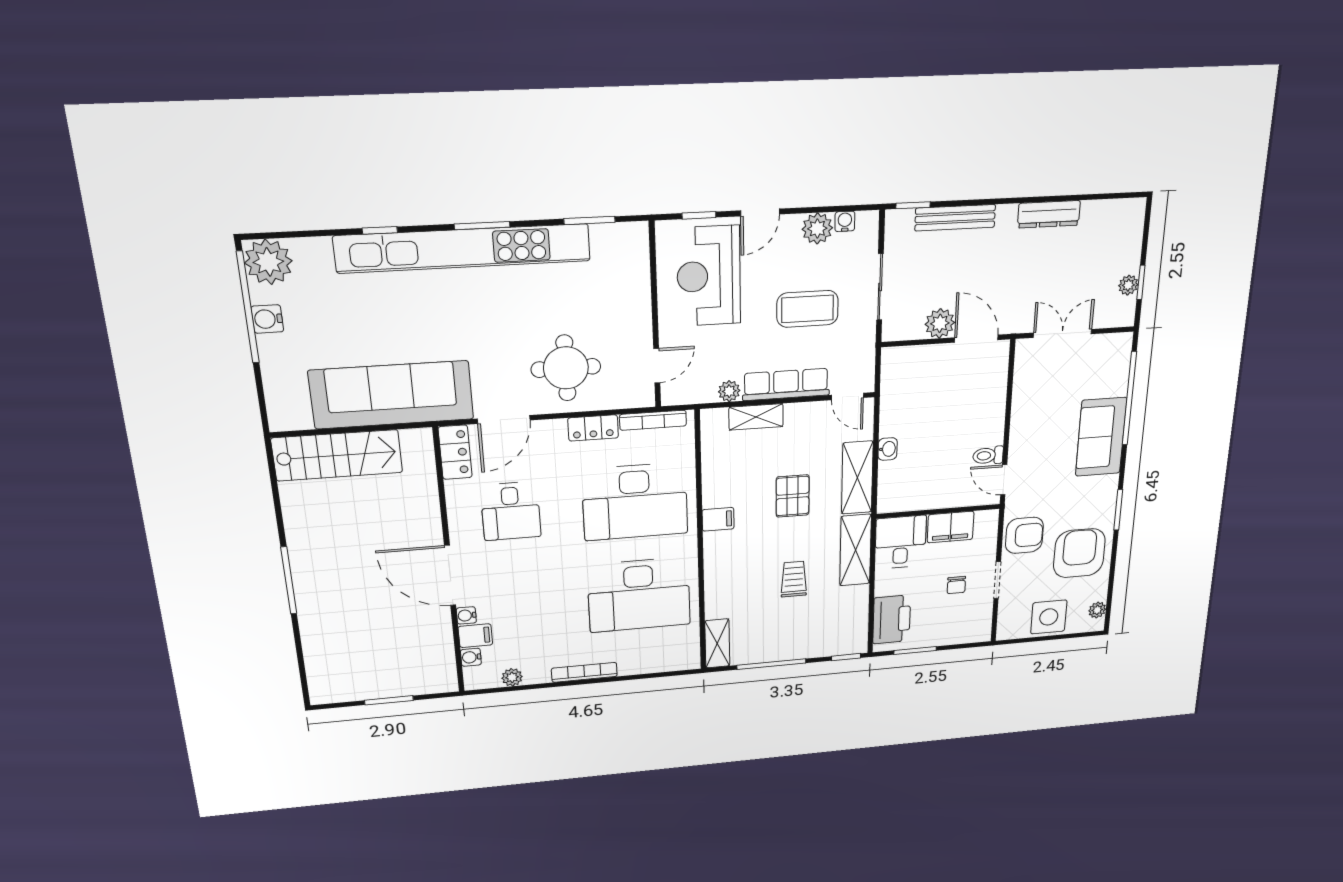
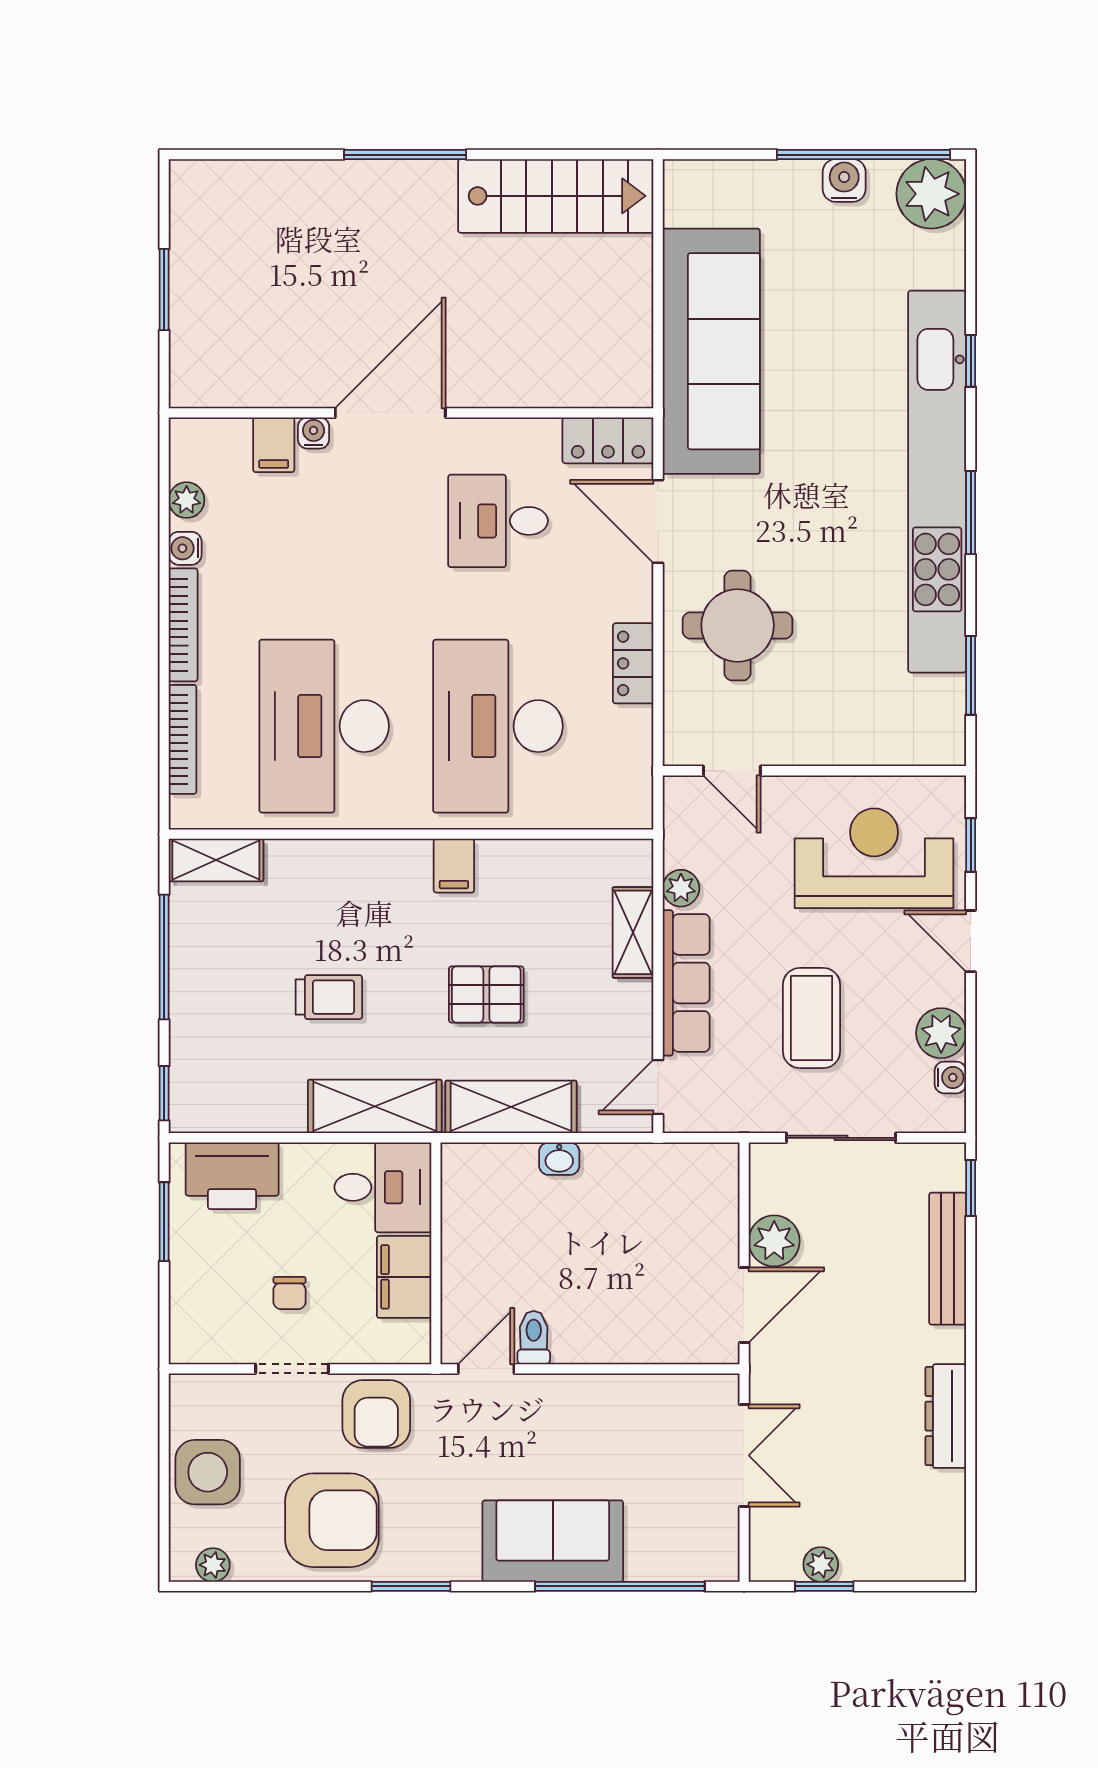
bookcase: (653, 420) -> (183, 739), moved, turned 180
stairs: (337, 455) -> (556, 196), moved, turned -90
chair: (956, 585) -> (289, 1293), turned -90
water cooler: (471, 657) -> (185, 548), moved, turned -90

